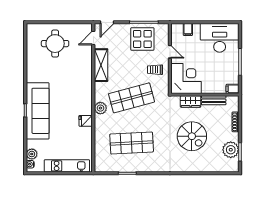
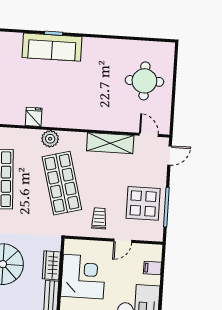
door: (107, 22) -> (170, 155), swing flipped
corner desk: (186, 78) -> (83, 277), moved, turned -90
sofa: (38, 111) -> (52, 47), width x0.74, depth x0.79

